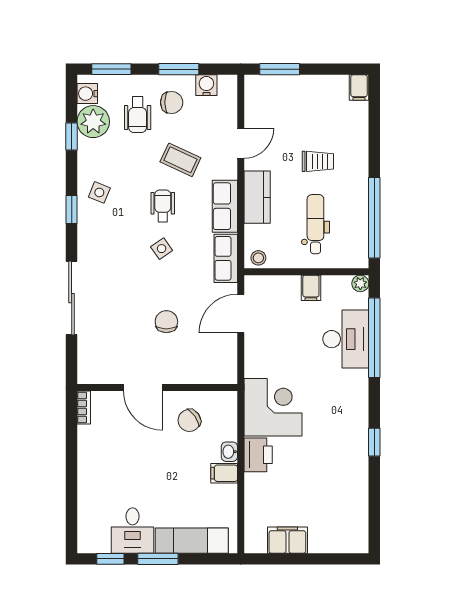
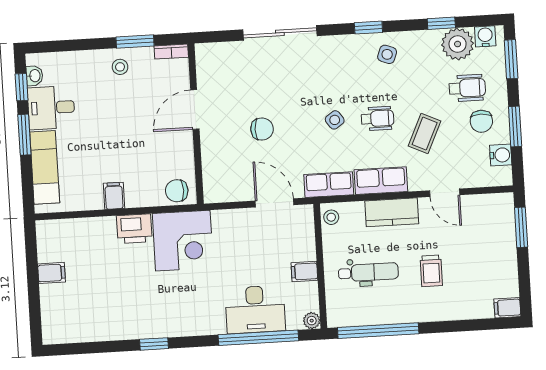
wheelchair: (138, 115) -> (467, 88), turned 180
chair: (189, 420) -> (177, 191), moved, turned -55
window: (72, 443) -> (135, 41), added
washbasin: (229, 452) -> (34, 76), moved, turned 90
stool: (96, 460) -> (120, 67), added
filing cabinet: (287, 540) -> (51, 273), width x0.50

